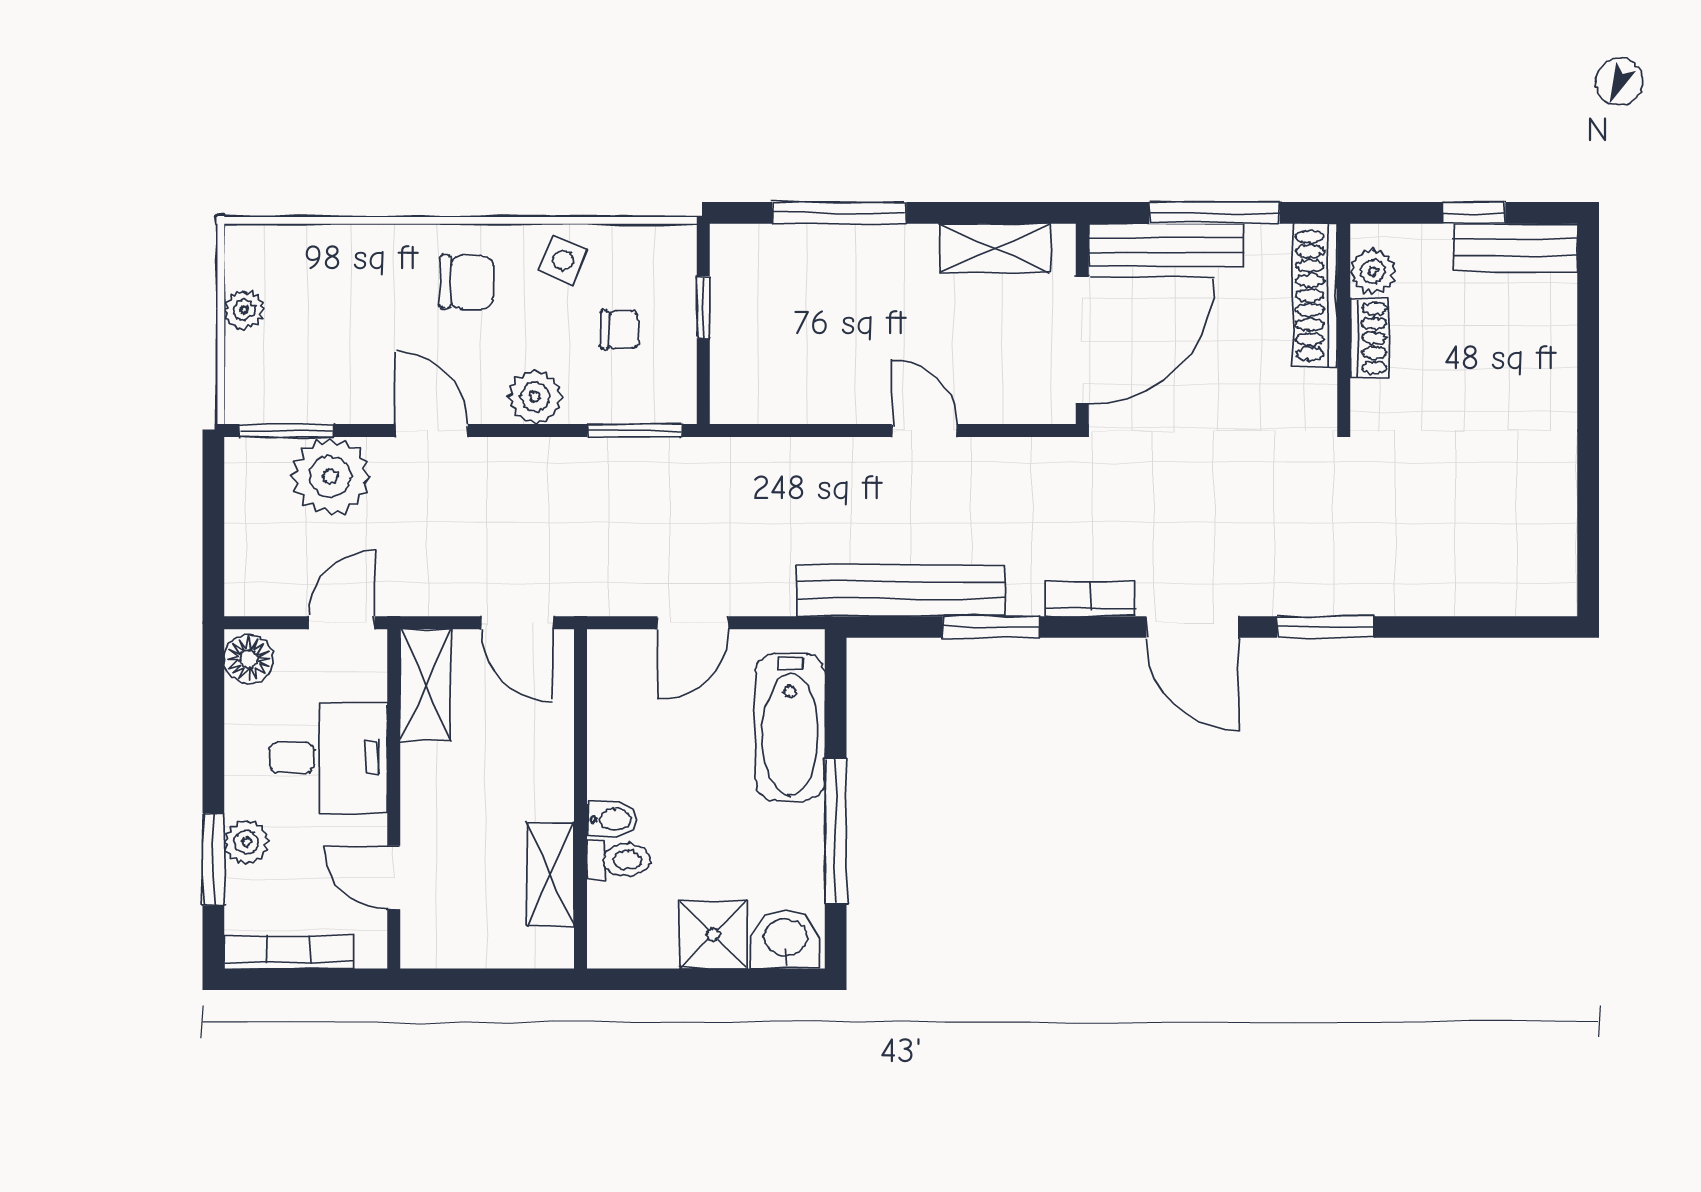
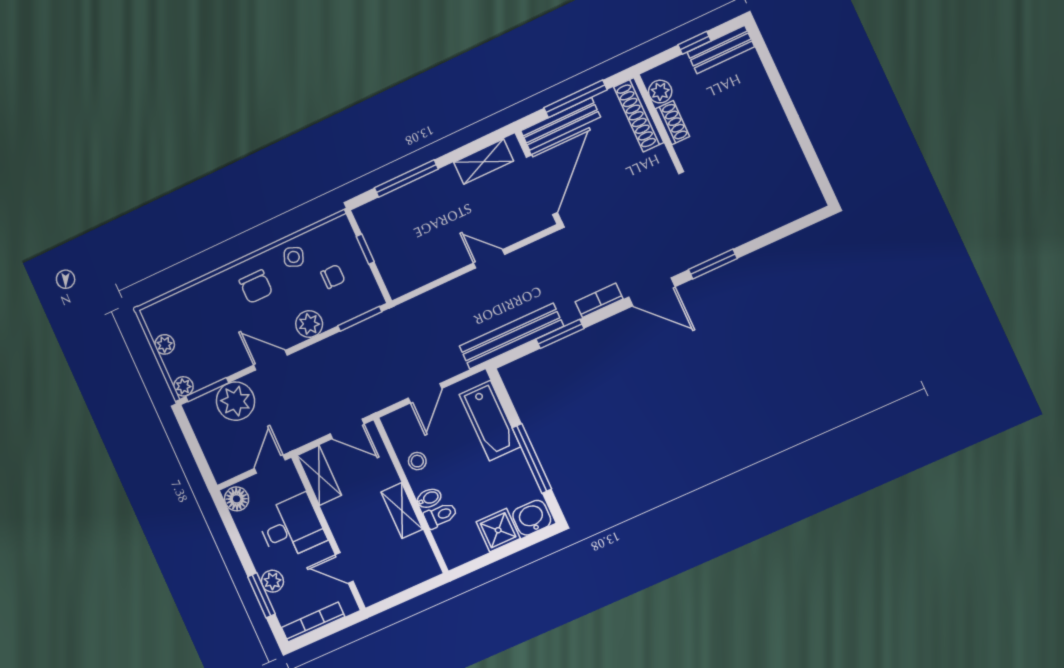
chair: (467, 282) -> (256, 287), turned 90
plant: (244, 404) -> (183, 386), added
stool: (621, 741) -> (417, 461), added
shelving: (551, 874) -> (402, 511), moved

